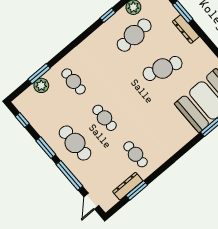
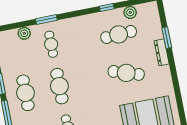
window: (39, 74) -> (46, 19), moved
cafe table: (105, 118) -> (59, 86), width x1.37, depth x1.35

